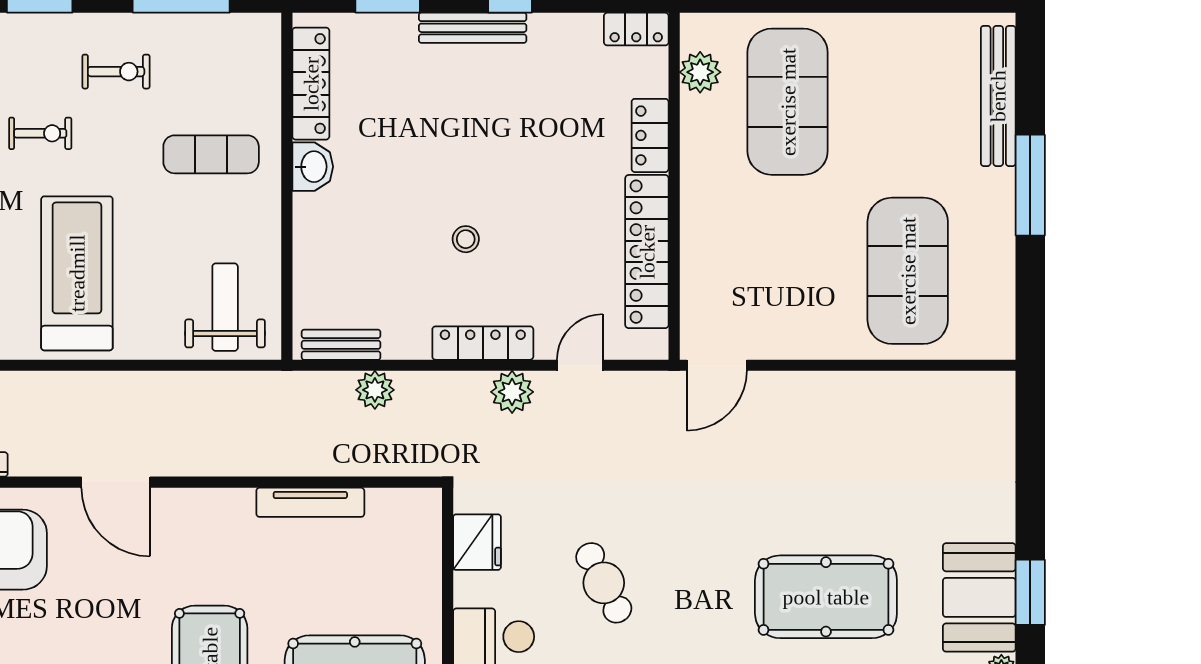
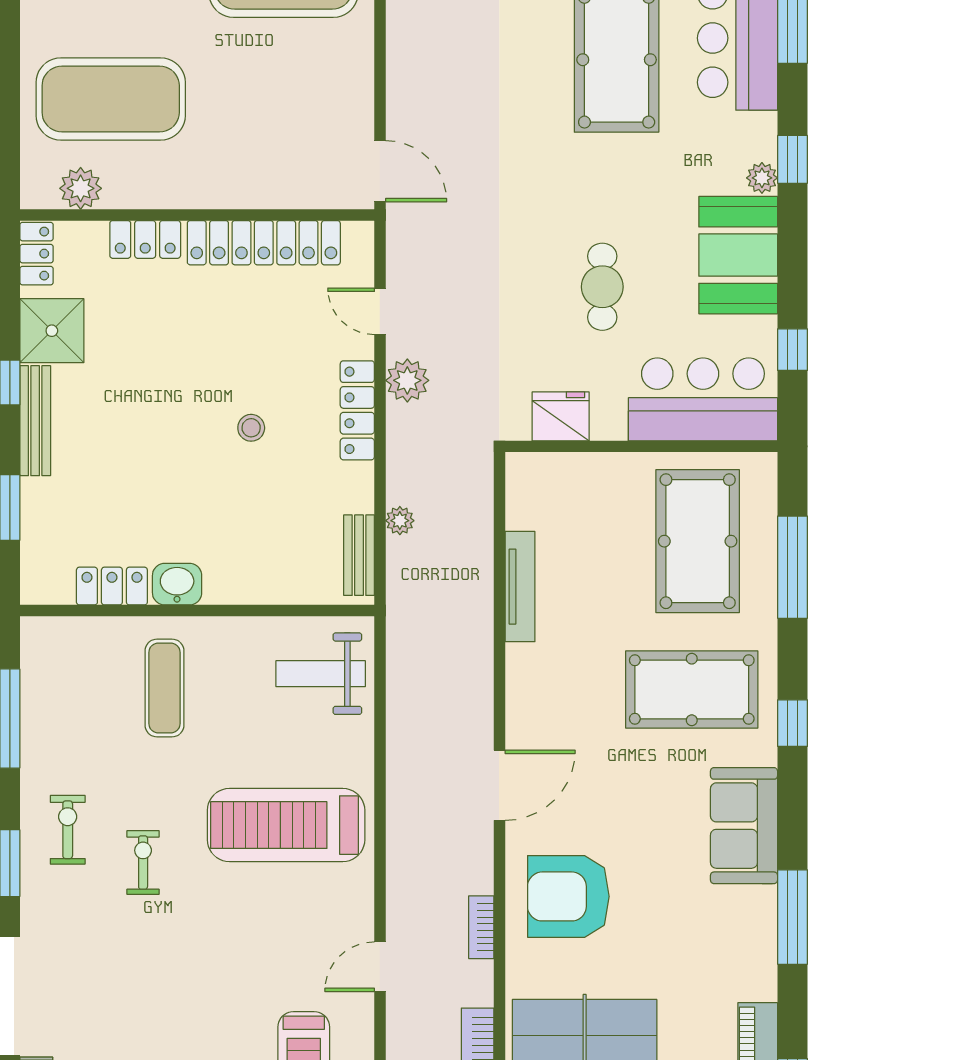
shower: (561, 44) -> (52, 331), added
exercise bike: (116, 72) -> (68, 830), moved
locker: (311, 84) -> (112, 586), width x0.66
plant: (375, 390) -> (400, 521), width x0.73, depth x0.73
cafe table: (604, 583) -> (602, 287), turned -63

